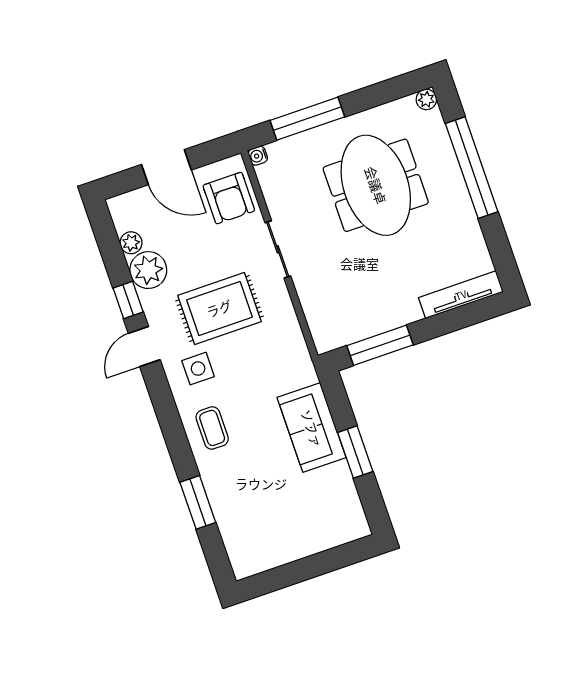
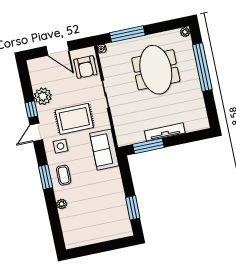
plant: (131, 243) -> (62, 204), moved
tv unit: (461, 295) -> (165, 132), moved
sofa: (312, 428) -> (104, 150), moved
window: (355, 452) -> (133, 208), moved
window: (198, 502) -> (46, 177), moved

